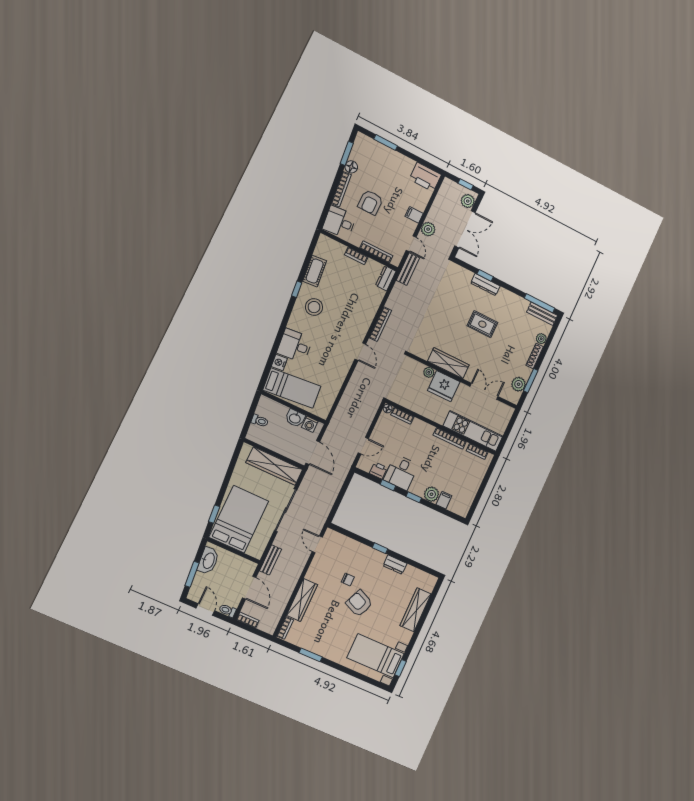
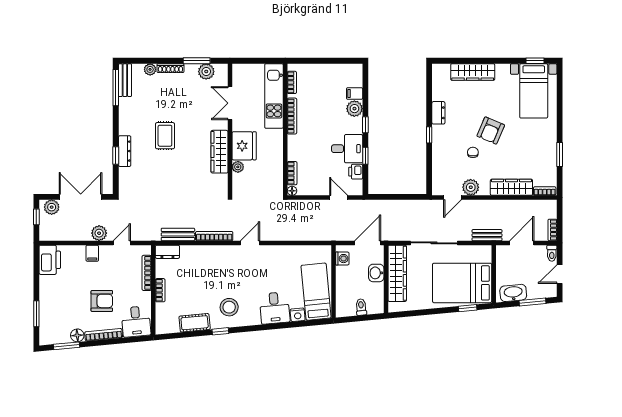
bench: (408, 269) -> (178, 234), moved
washbasin: (295, 418) -> (376, 273), moved, turned 180
plant: (319, 564) -> (471, 187), added

